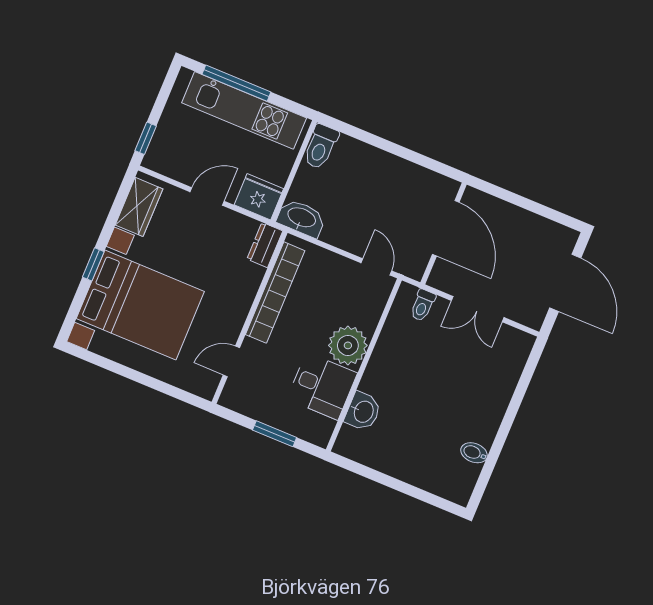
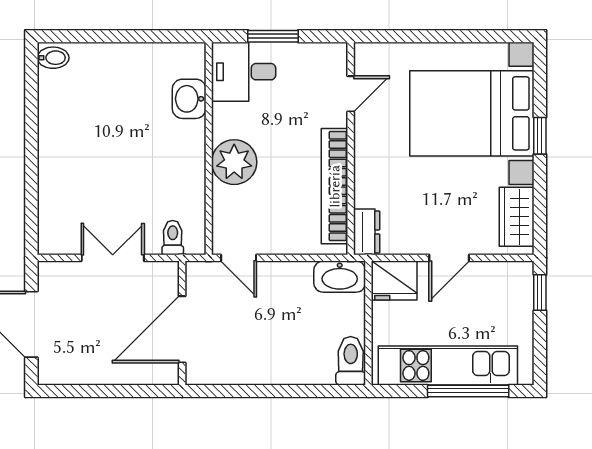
door: (446, 228) -> (182, 329), hinge flipped
desk: (322, 386) -> (244, 72), moved
bidet: (474, 453) -> (53, 58), moved

